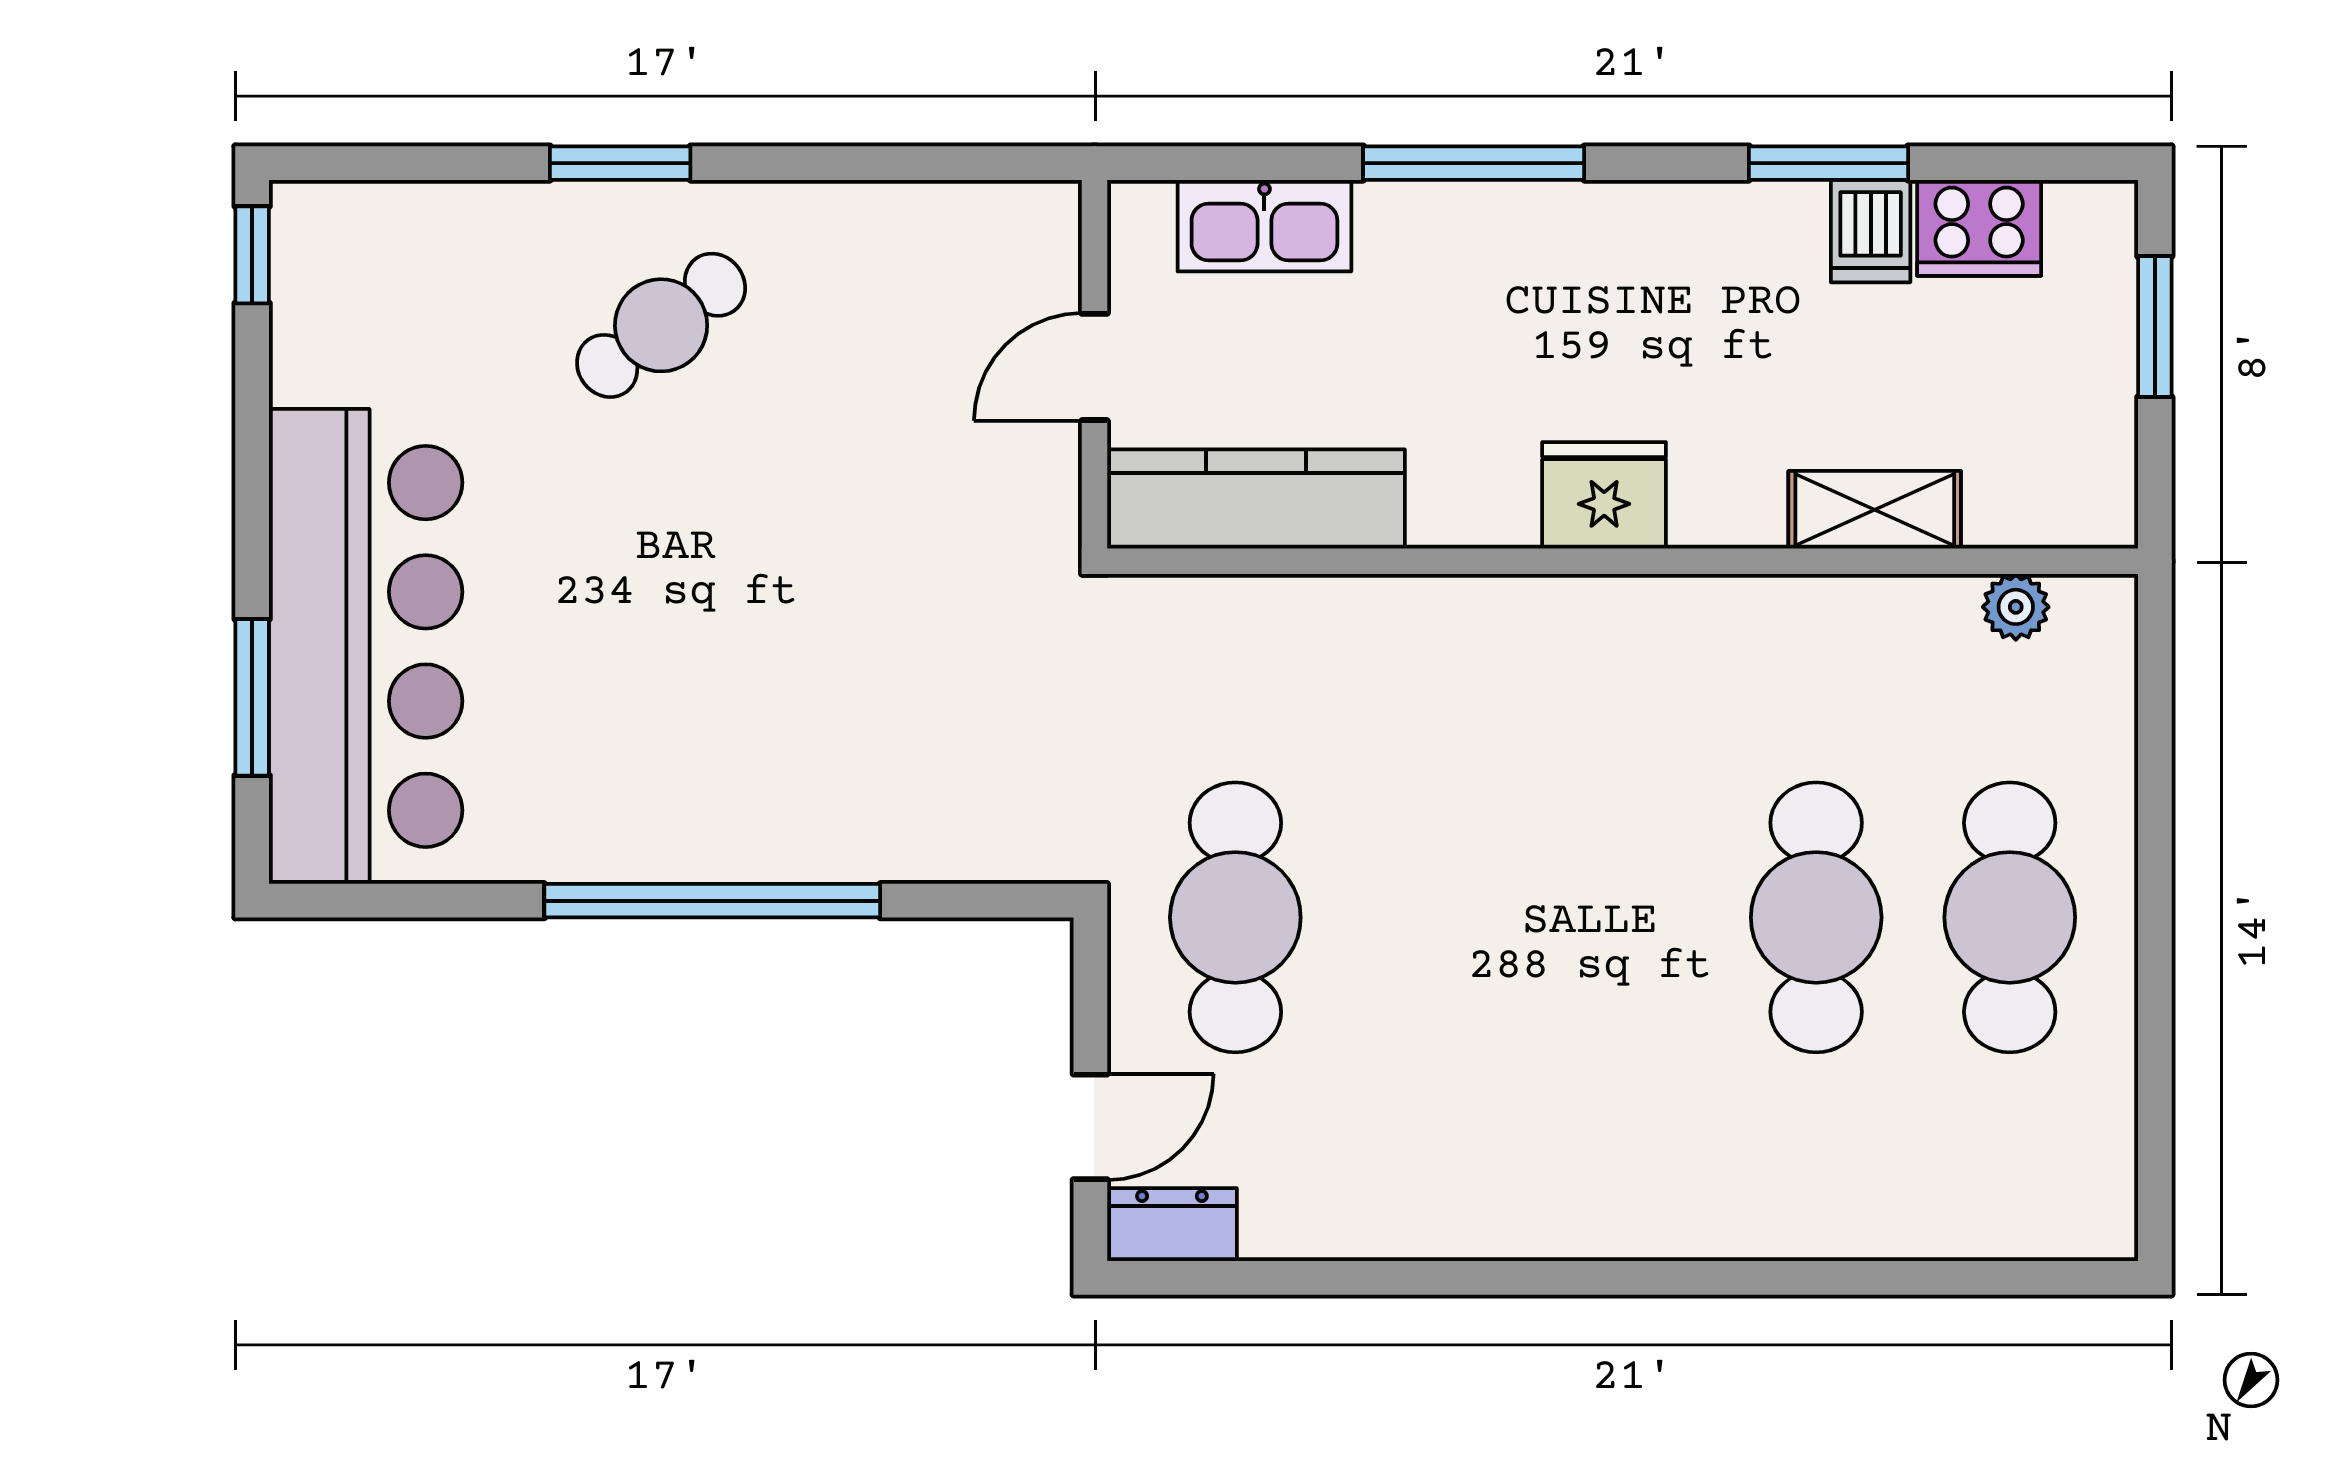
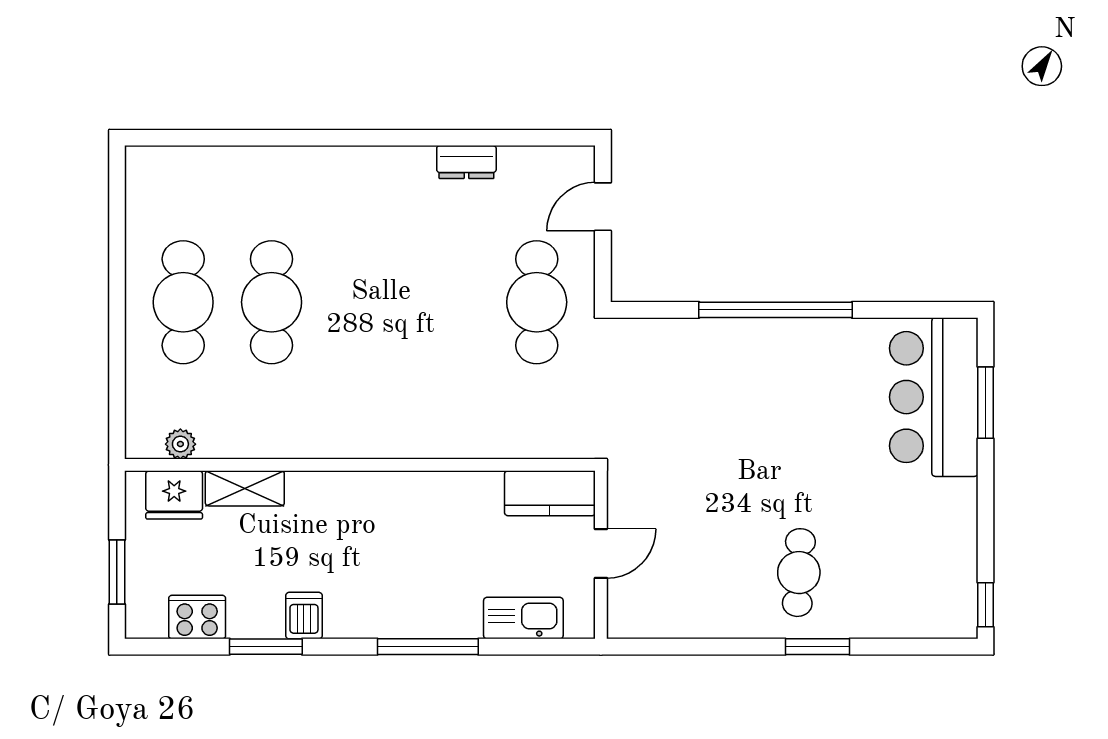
dishwasher: (1871, 231) -> (304, 616), moved
cafe table: (661, 325) -> (799, 573), turned -50
fridge: (1604, 495) -> (174, 495), moved
kitchen counter: (1256, 499) -> (550, 493), width x0.67
bar counter: (366, 646) -> (934, 397), width x0.73
dresser: (1172, 1225) -> (466, 162), moved

